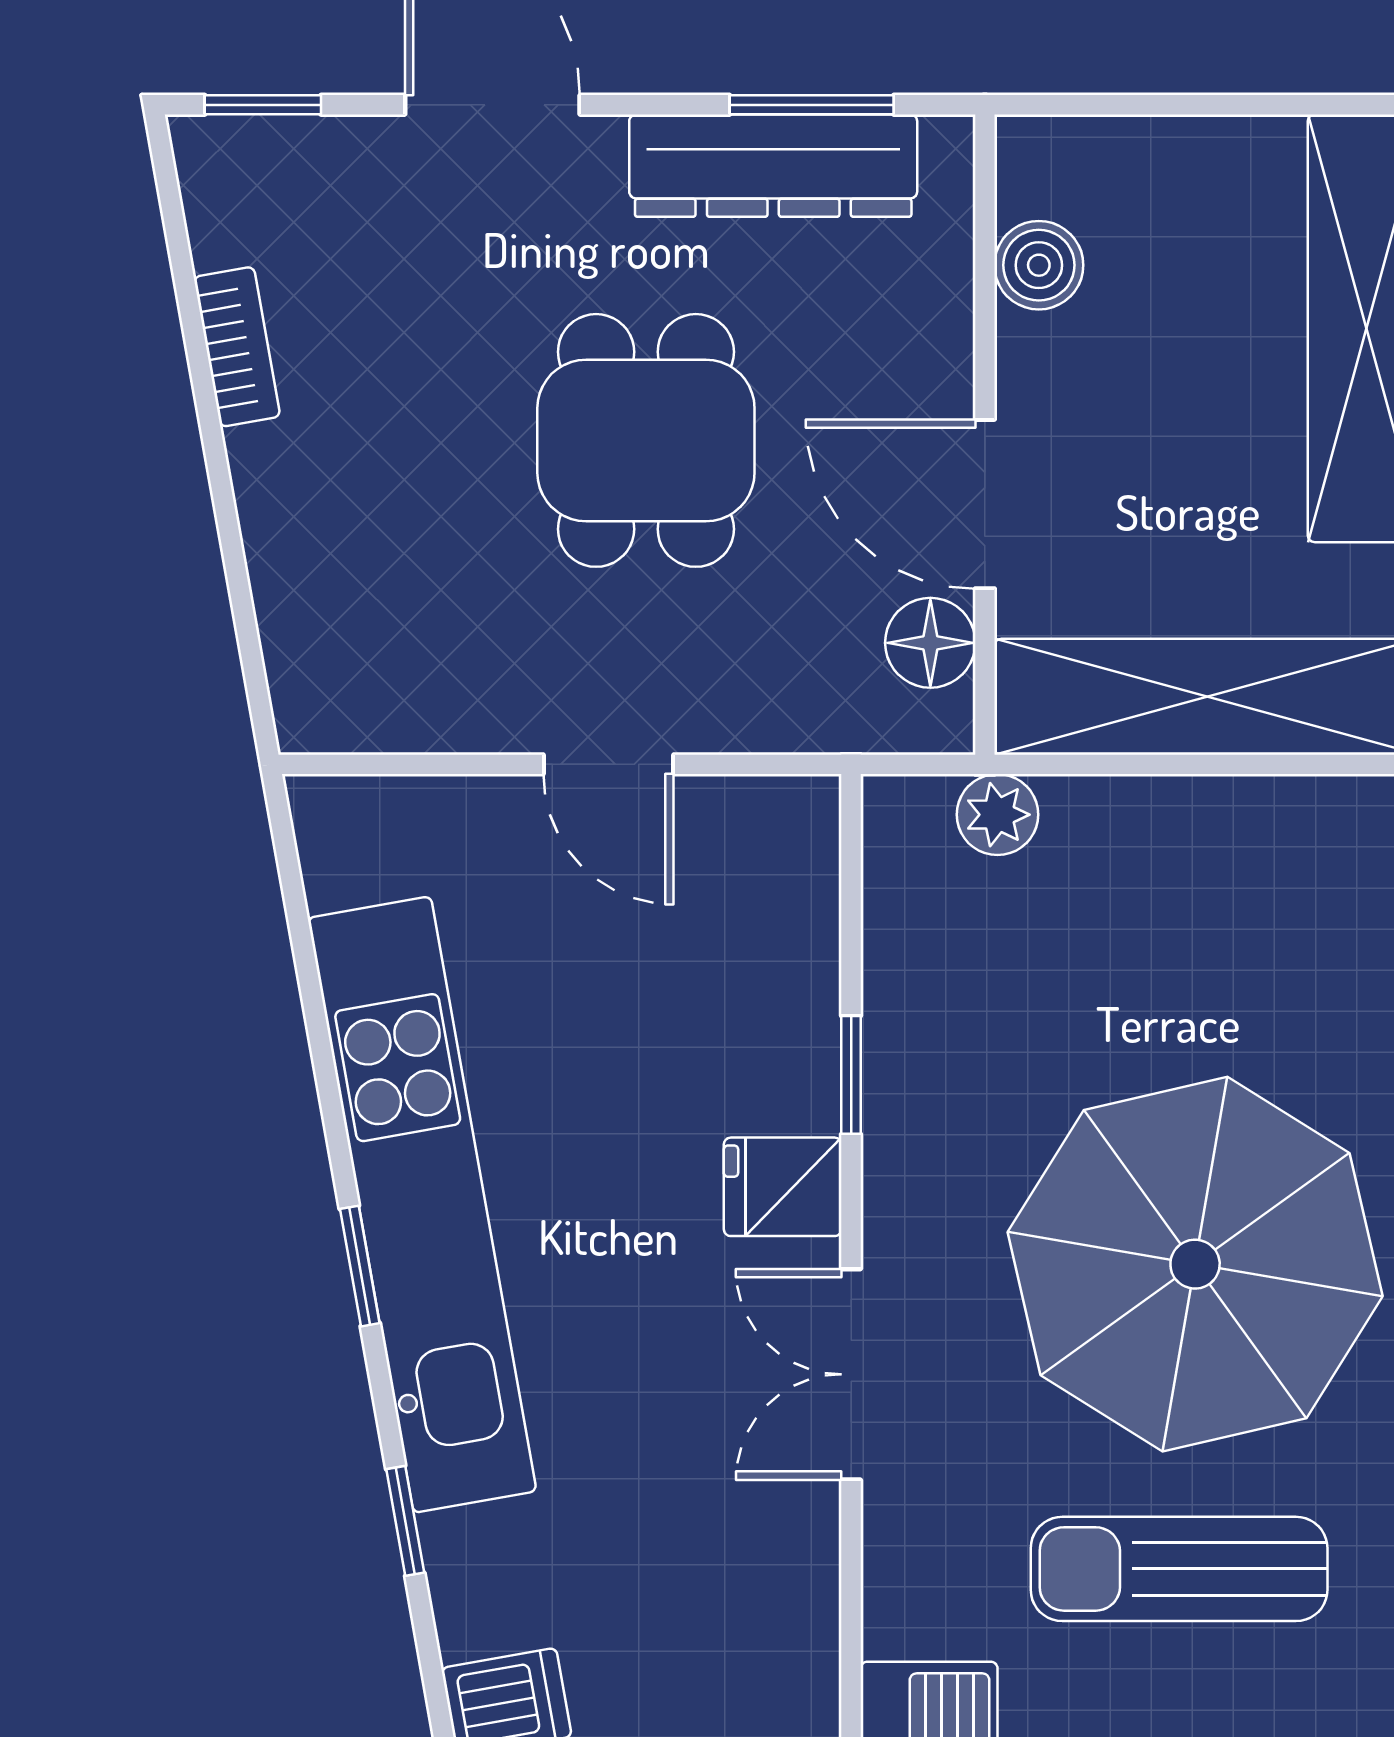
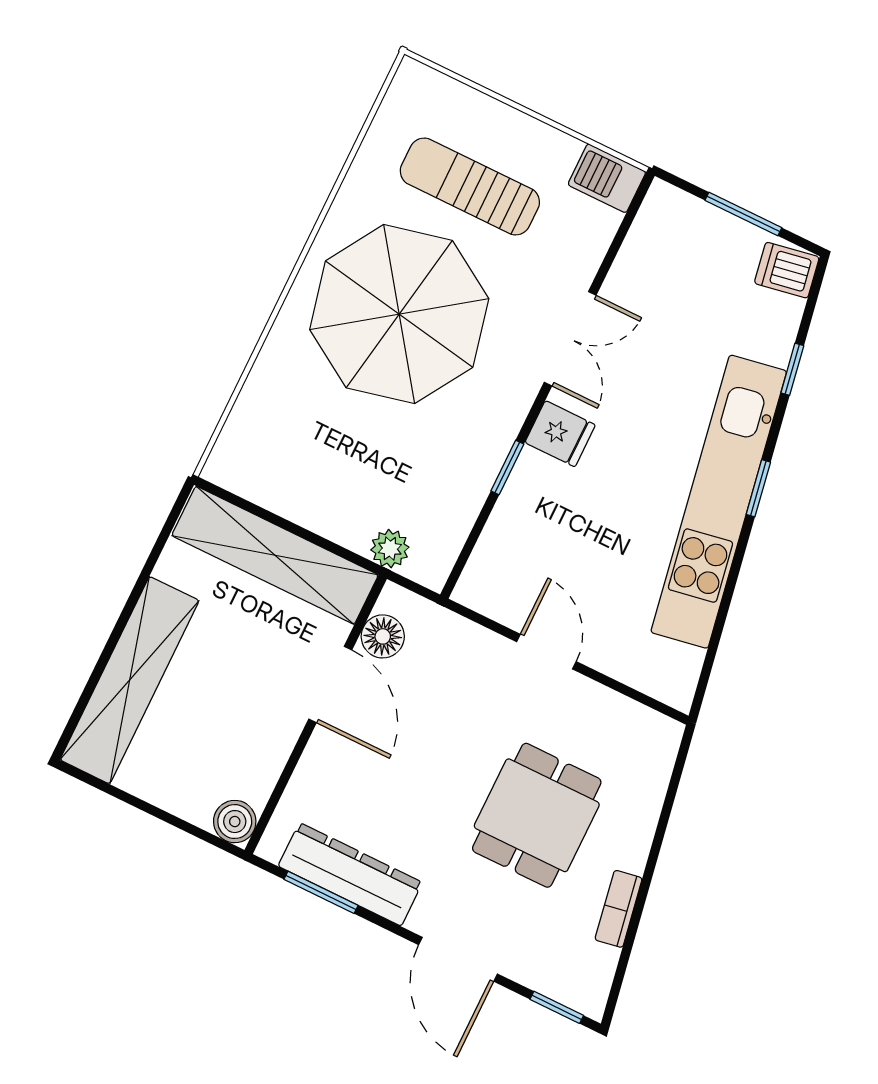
boiler: (1039, 265) -> (235, 822), moved
dining table: (646, 440) -> (537, 815), moved
sun lounger: (1179, 1569) -> (470, 186), turned 180

